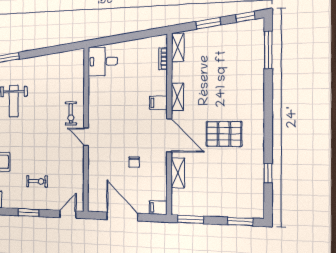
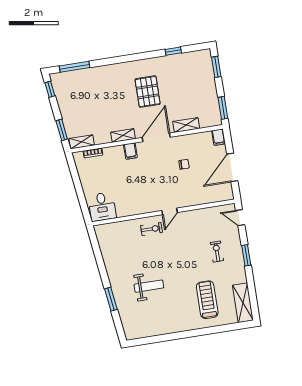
window: (208, 23) -> (62, 130), moved

